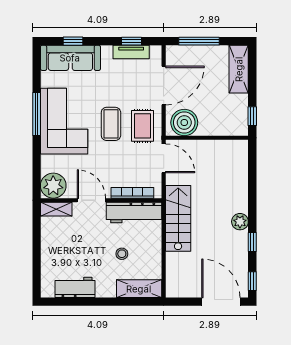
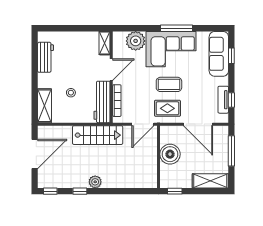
boiler: (184, 123) -> (170, 154), moved
plant: (53, 186) -> (136, 41), moved
door: (221, 302) -> (35, 154), moved

